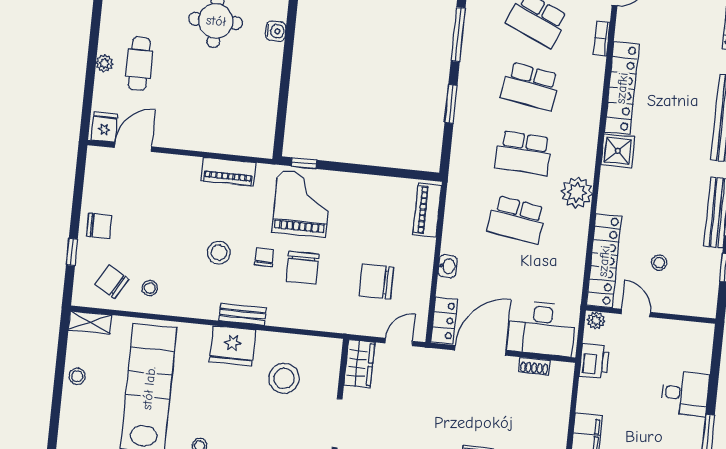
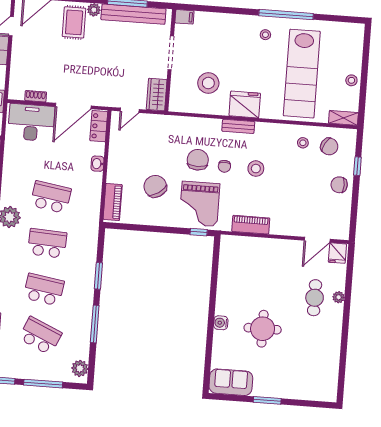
chair: (376, 282) -> (155, 186), moved, turned -124

